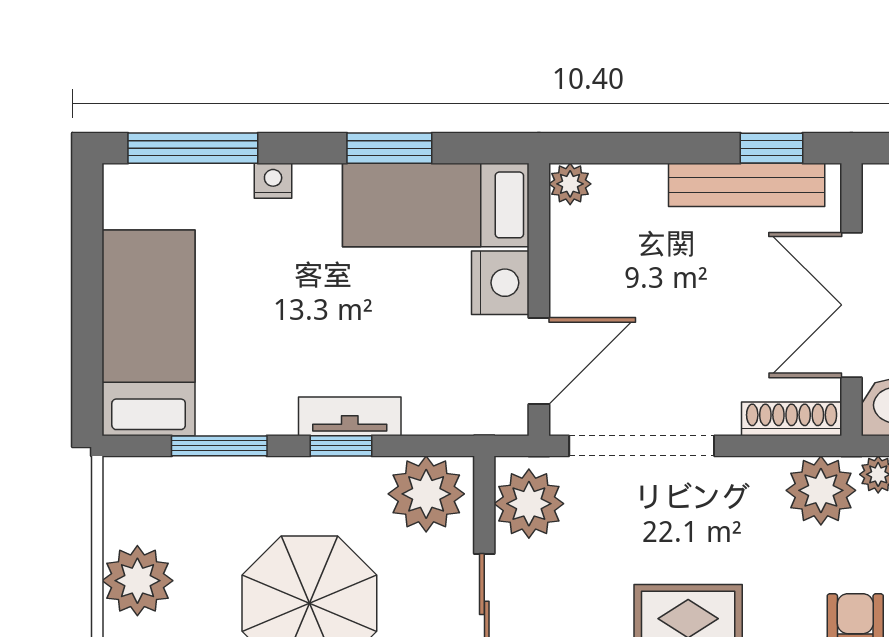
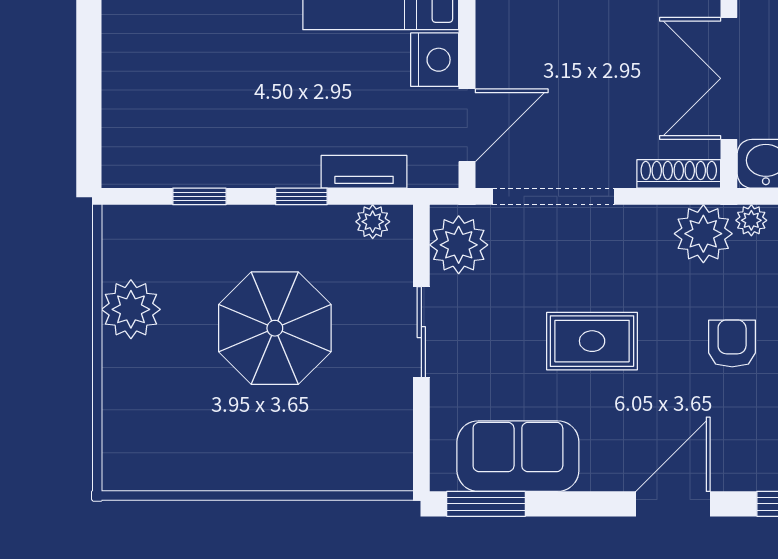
bed: (149, 333) -> (140, 102), removed
tv unit: (350, 416) -> (364, 172), moved
window: (219, 446) -> (199, 196), width x0.67
plant: (426, 494) -> (373, 222), width x0.53, depth x0.53

